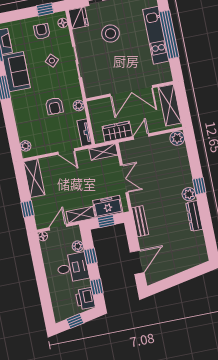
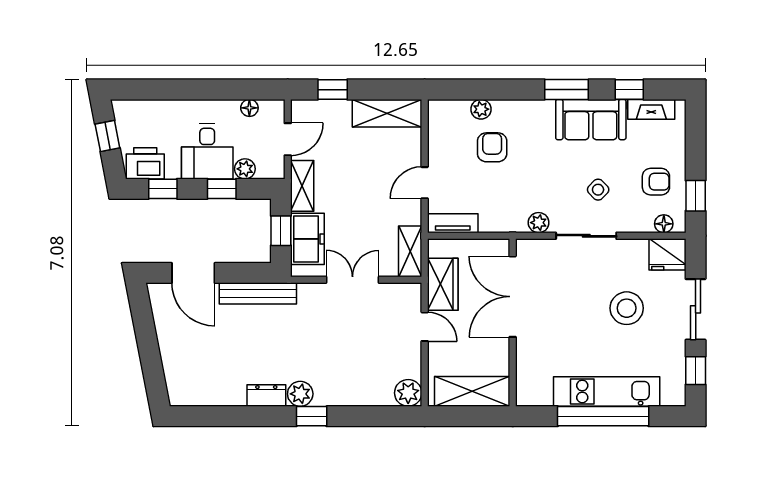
double door: (131, 91) -> (513, 297), moved
plant: (79, 105) -> (539, 223), moved
armchair: (54, 106) -> (492, 147), moved, turned 90
plant: (26, 146) -> (481, 109), moved
double door: (124, 179) -> (353, 280), swing flipped
dresser: (194, 216) -> (266, 396), width x0.70
bench: (140, 221) -> (258, 293), width x1.36
door: (58, 227) -> (288, 139), hinge flipped
floor lamp: (43, 236) -> (249, 108), moved

